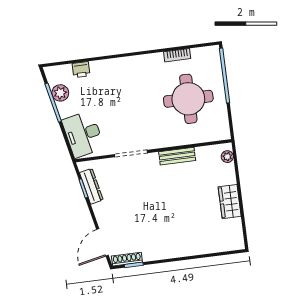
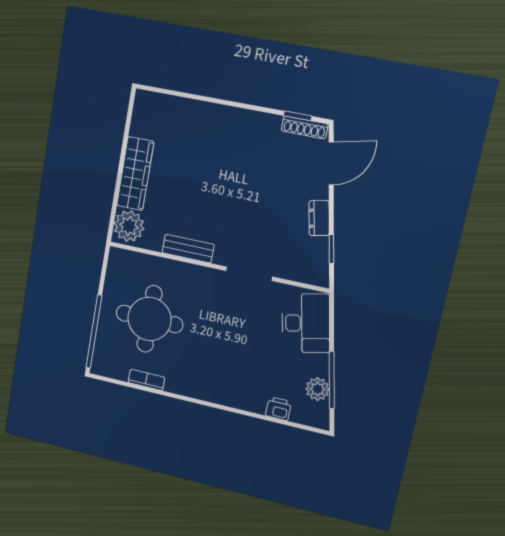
plant: (227, 157) -> (129, 226), width x1.87, depth x1.87
dresser: (91, 186) -> (319, 218), moved, width x0.70
wardrobe: (230, 202) -> (135, 174), width x1.50

